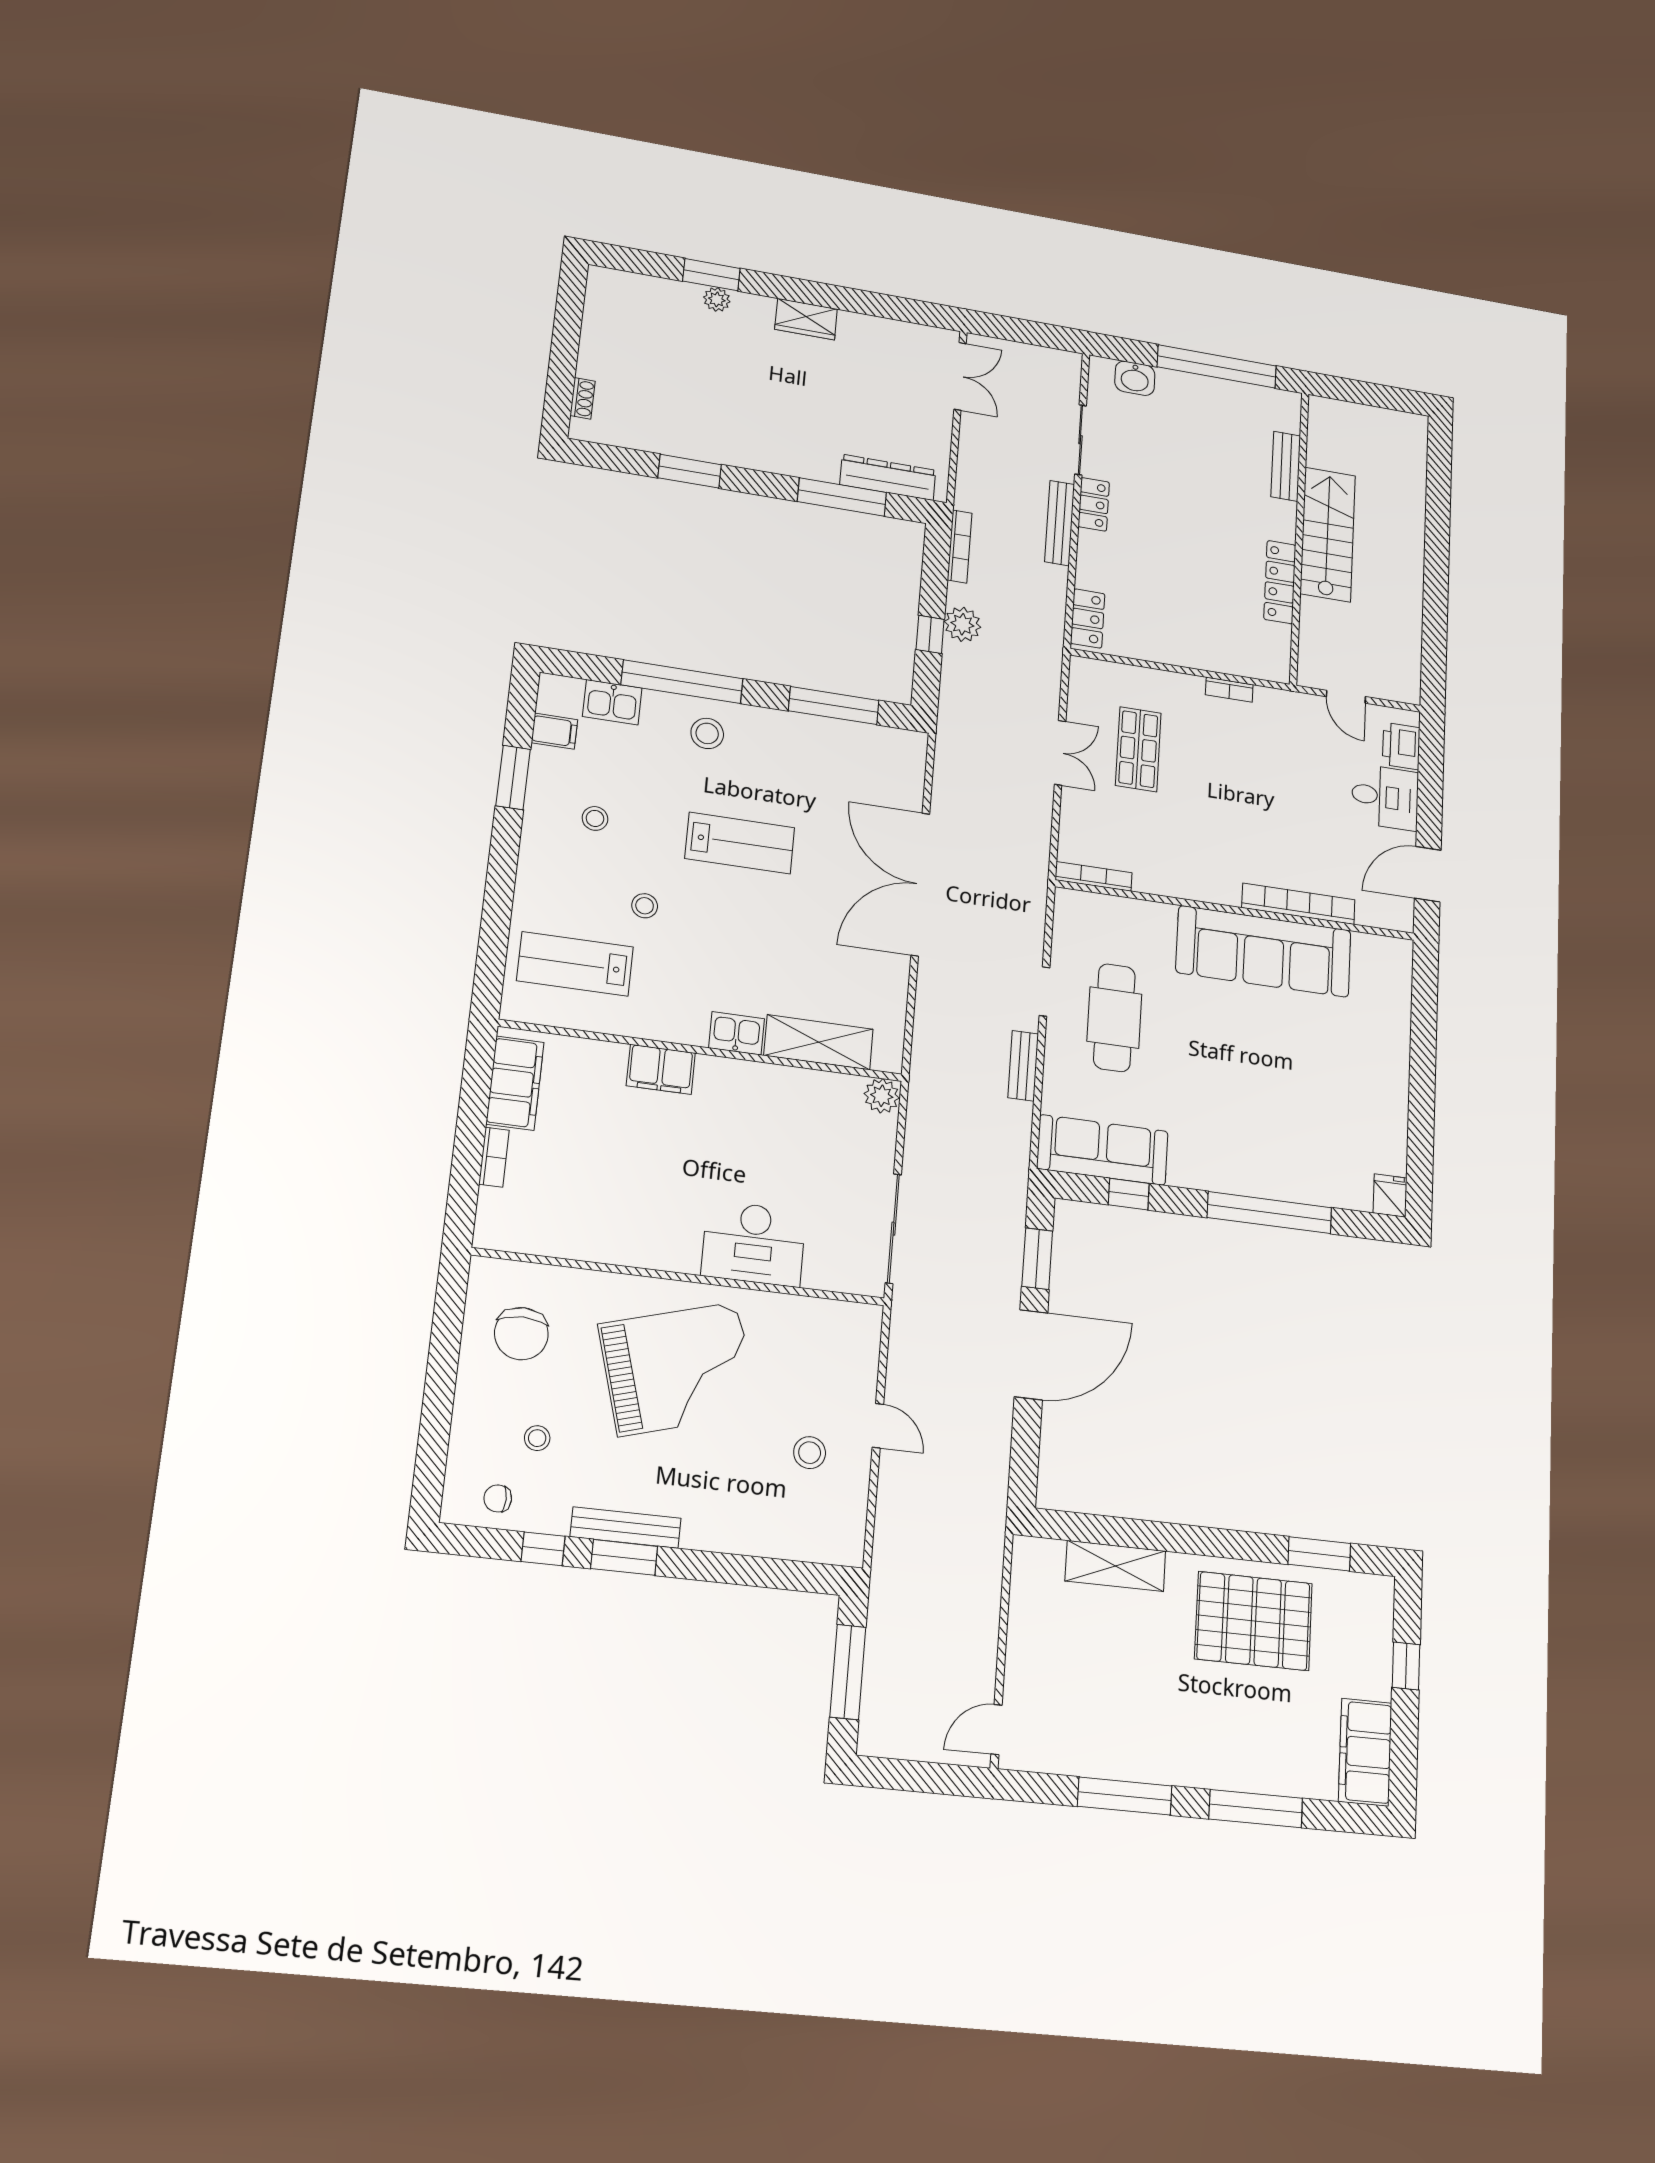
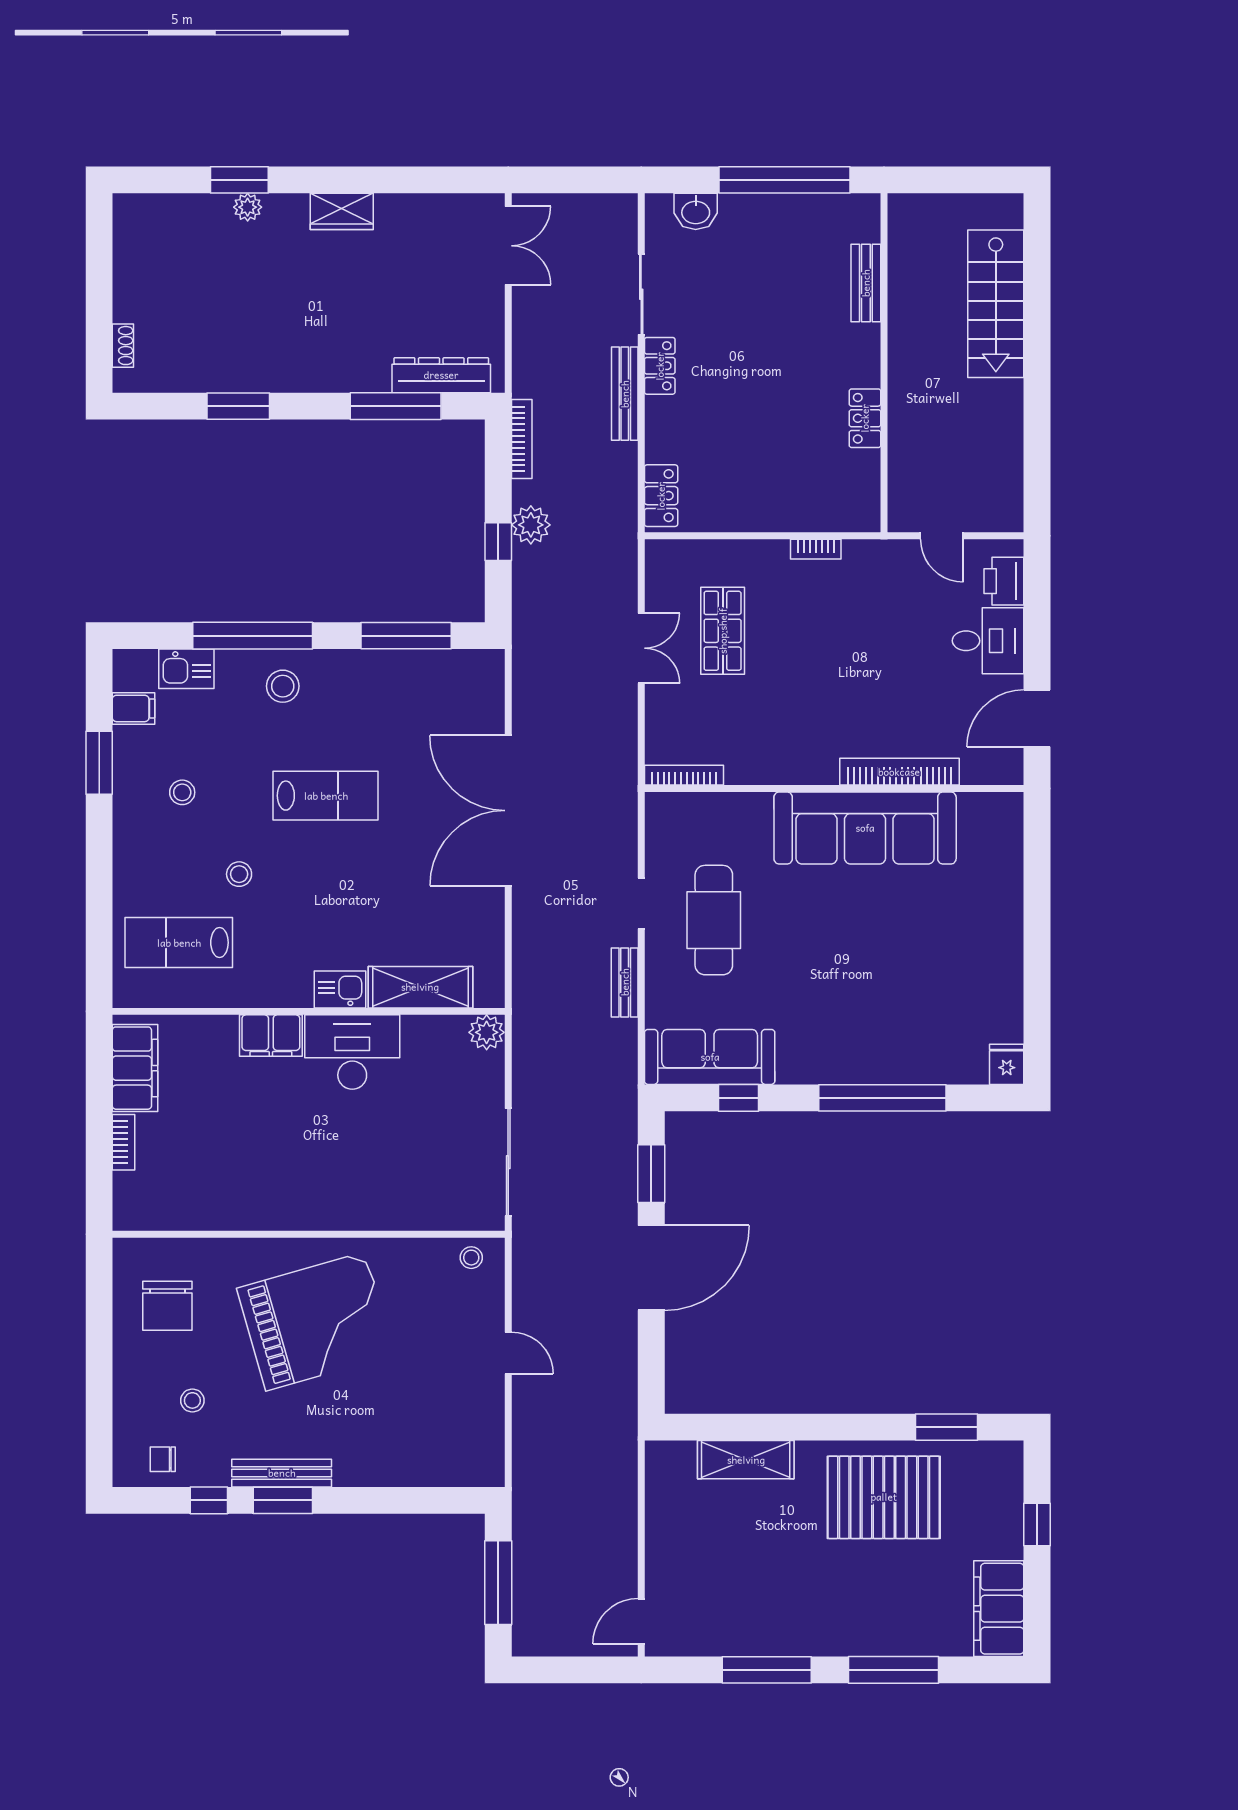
stairs: (1328, 534) -> (996, 304), moved, turned 180
locker: (1280, 582) -> (865, 418), width x0.66
desk: (754, 1243) -> (352, 1052), moved, turned 180
stool: (810, 1453) -> (471, 1258), moved, width x0.73, depth x0.73

